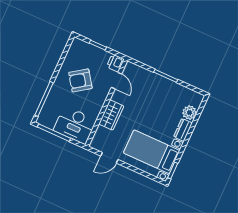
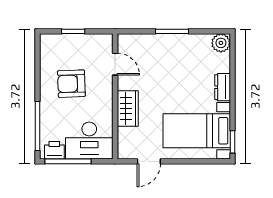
printer: (115, 63) -> (54, 150), moved, turned 90
armchair: (80, 80) -> (71, 84), turned 33
plant: (189, 113) -> (221, 43), moved

